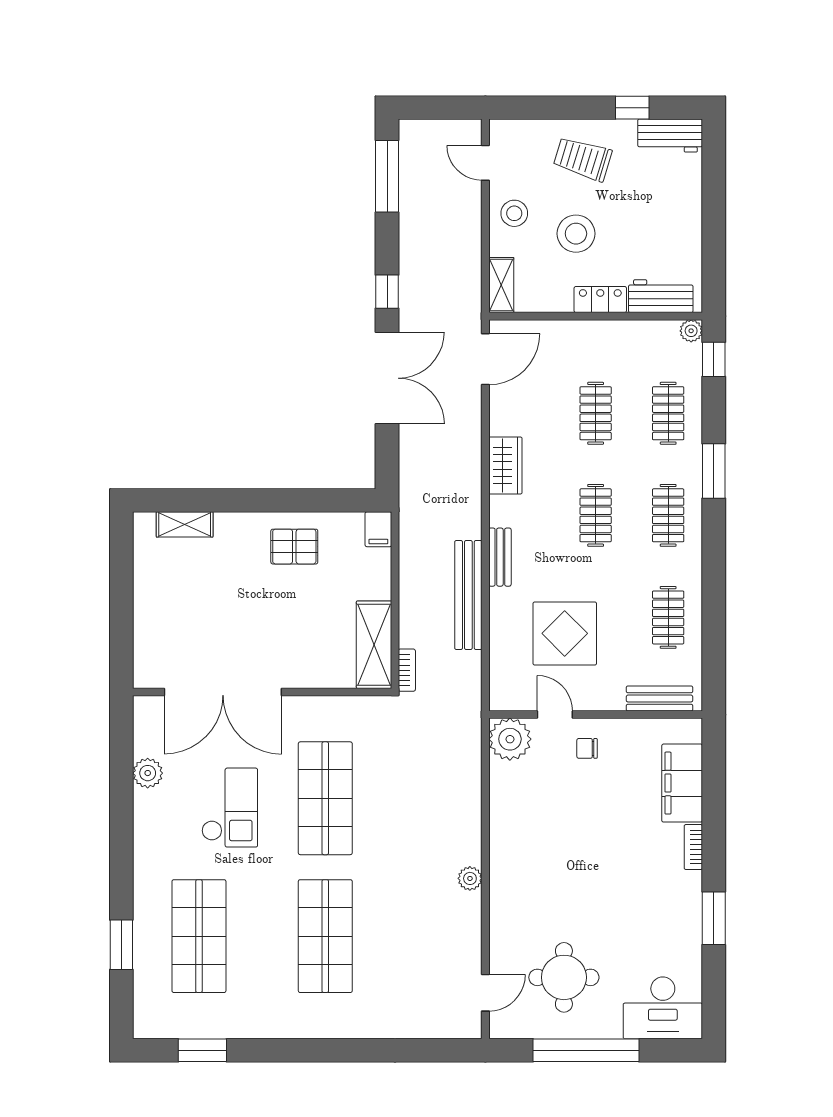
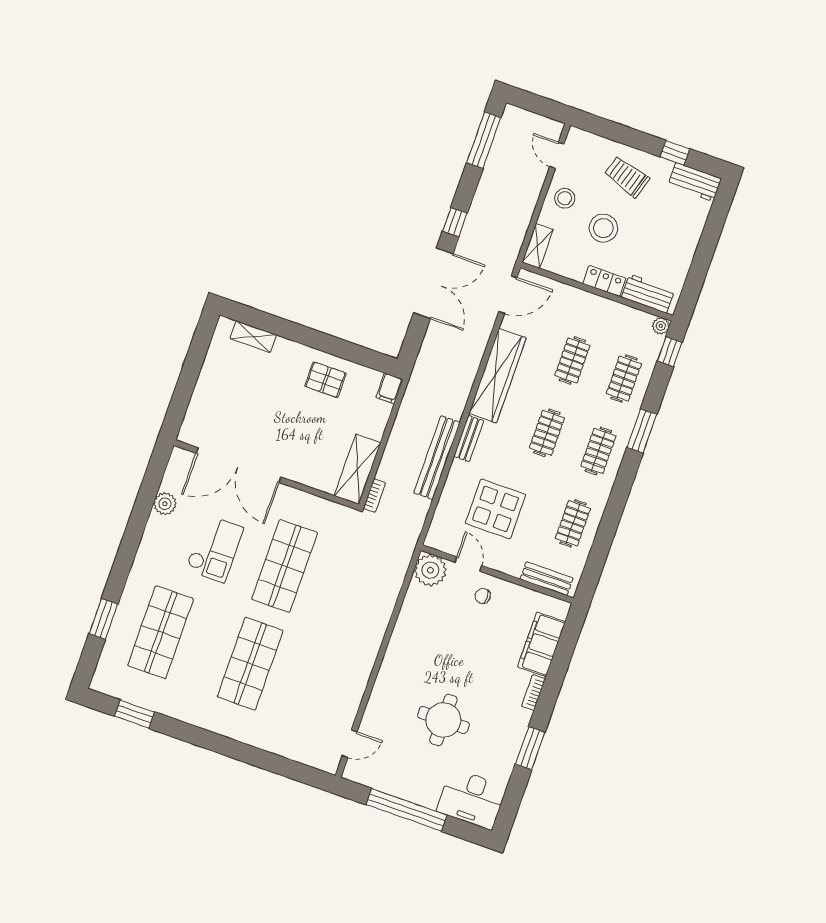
wardrobe: (505, 466) -> (497, 376), width x2.10, depth x1.17
plant: (470, 878) -> (367, 659), removed
round table: (564, 977) -> (443, 720), moved

